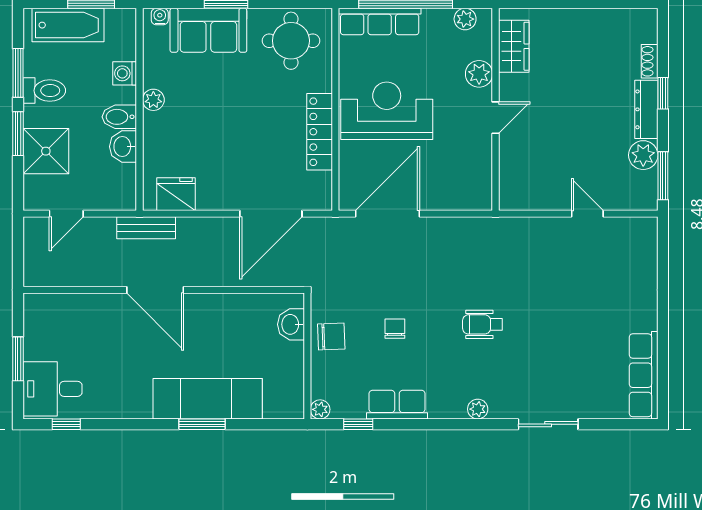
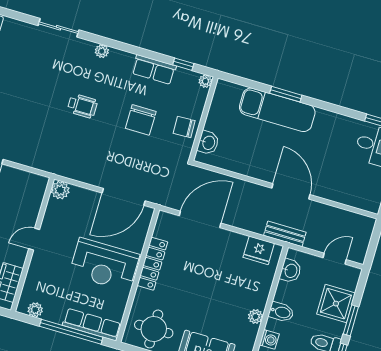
plant: (479, 74) -> (60, 190), moved
washbasin: (123, 147) -> (290, 271), moved
chair: (395, 329) -> (141, 120), width x1.87, depth x1.87

